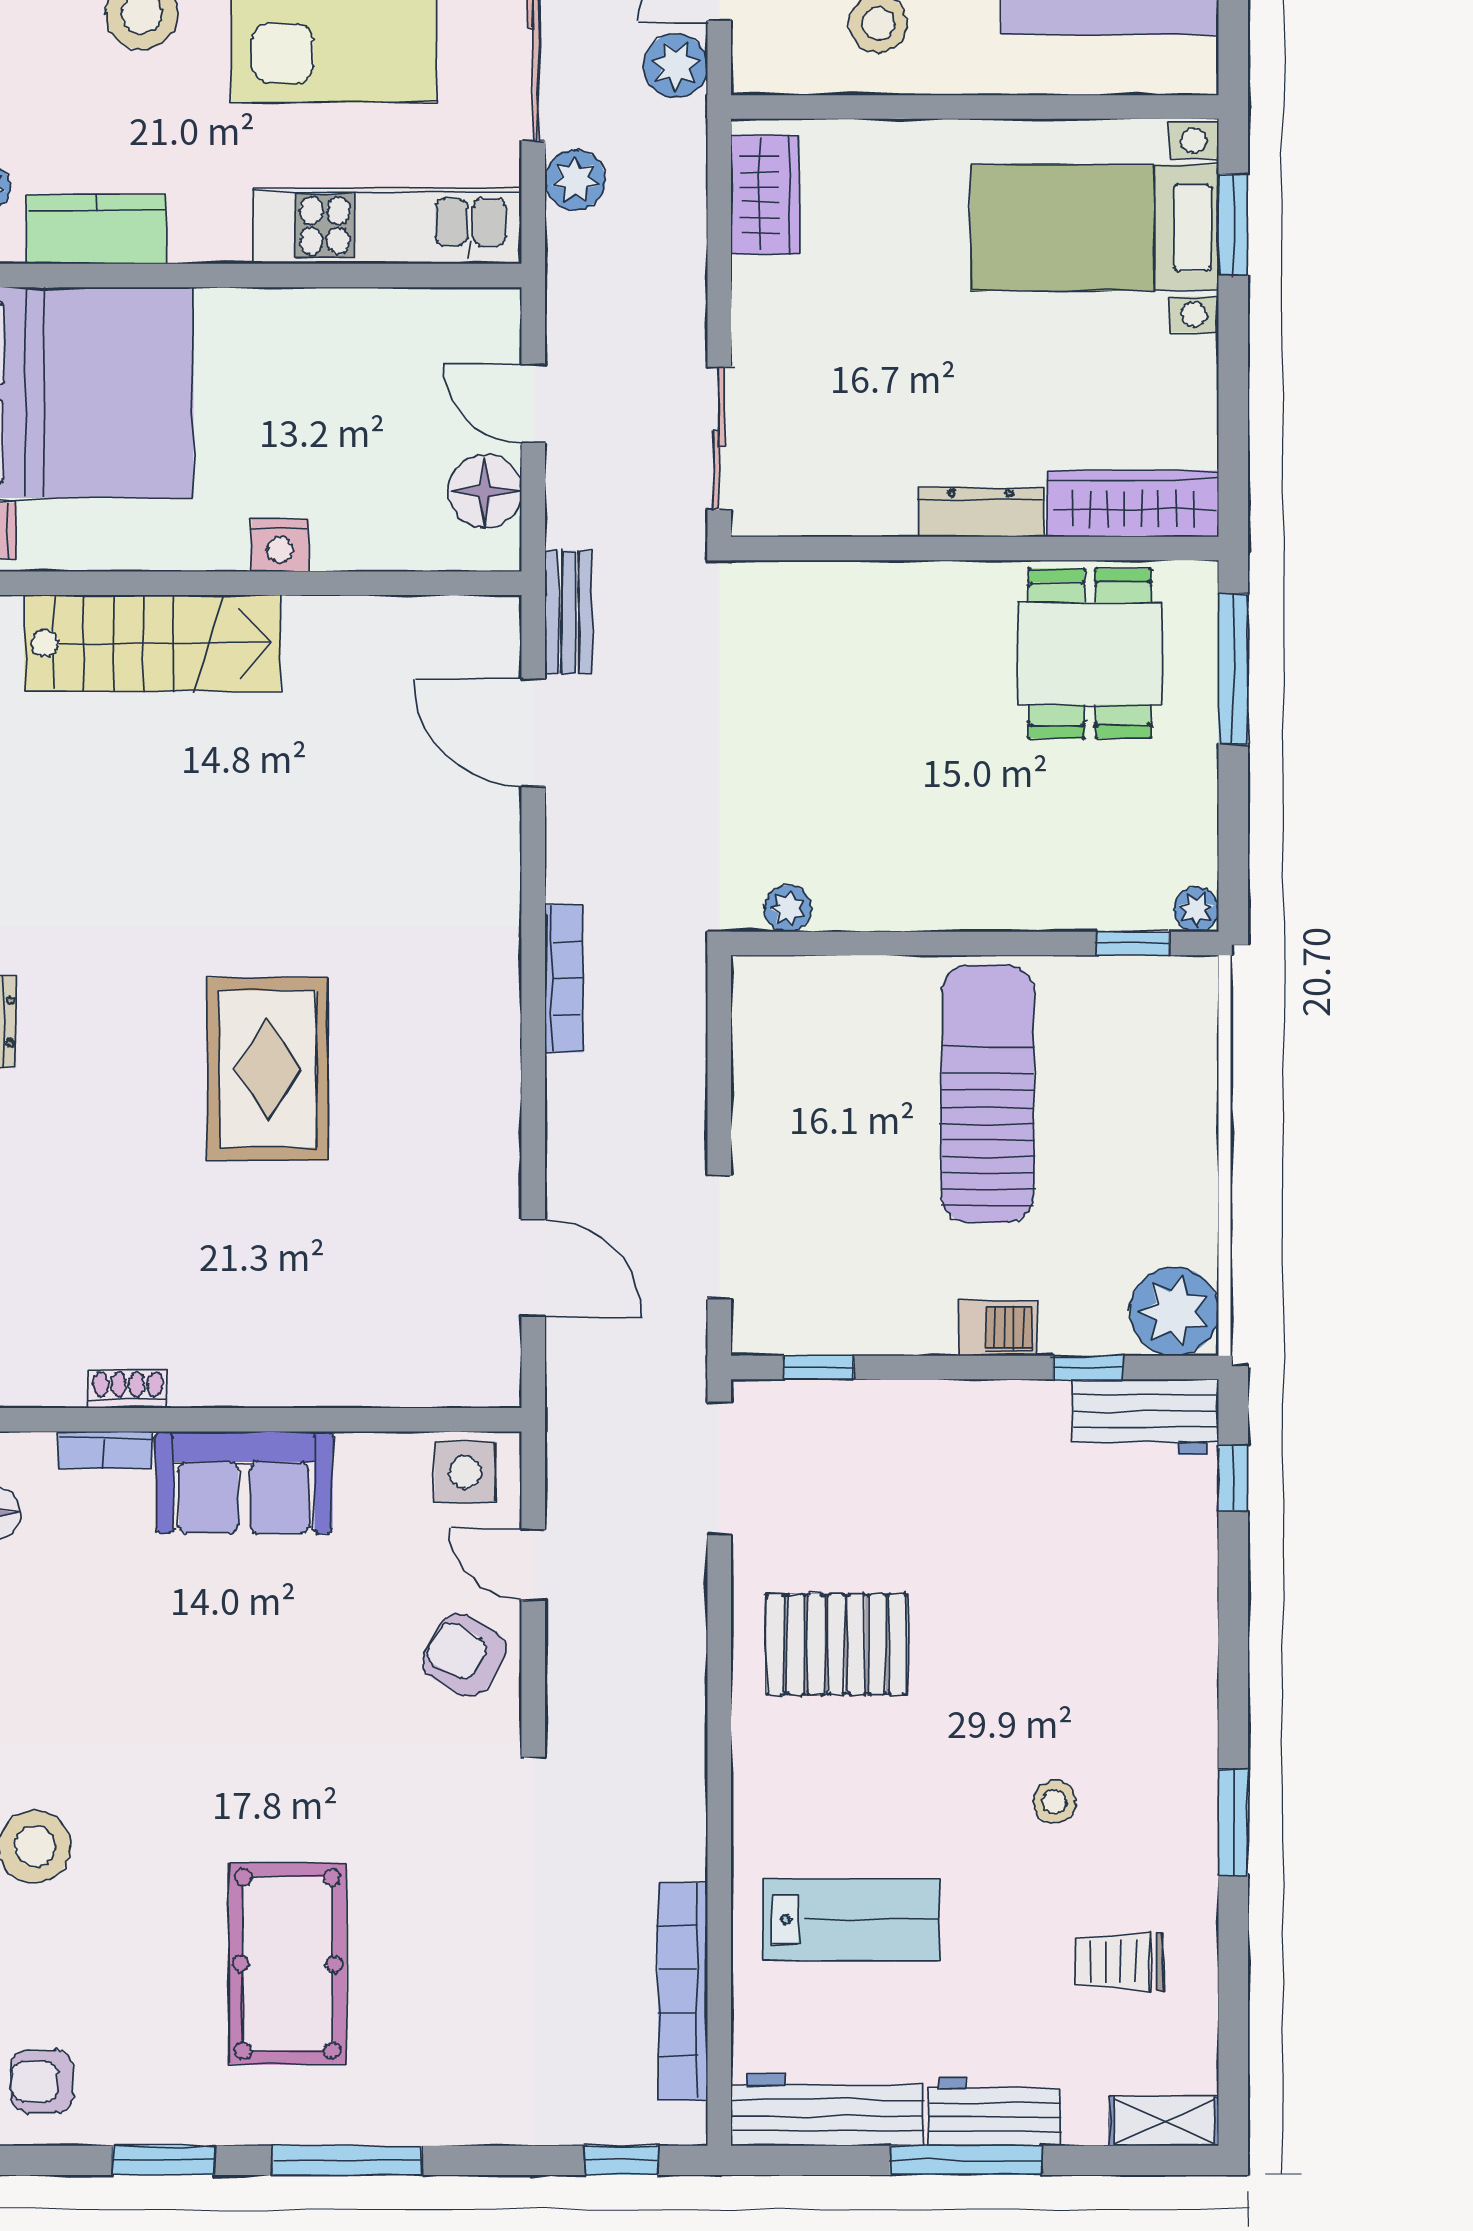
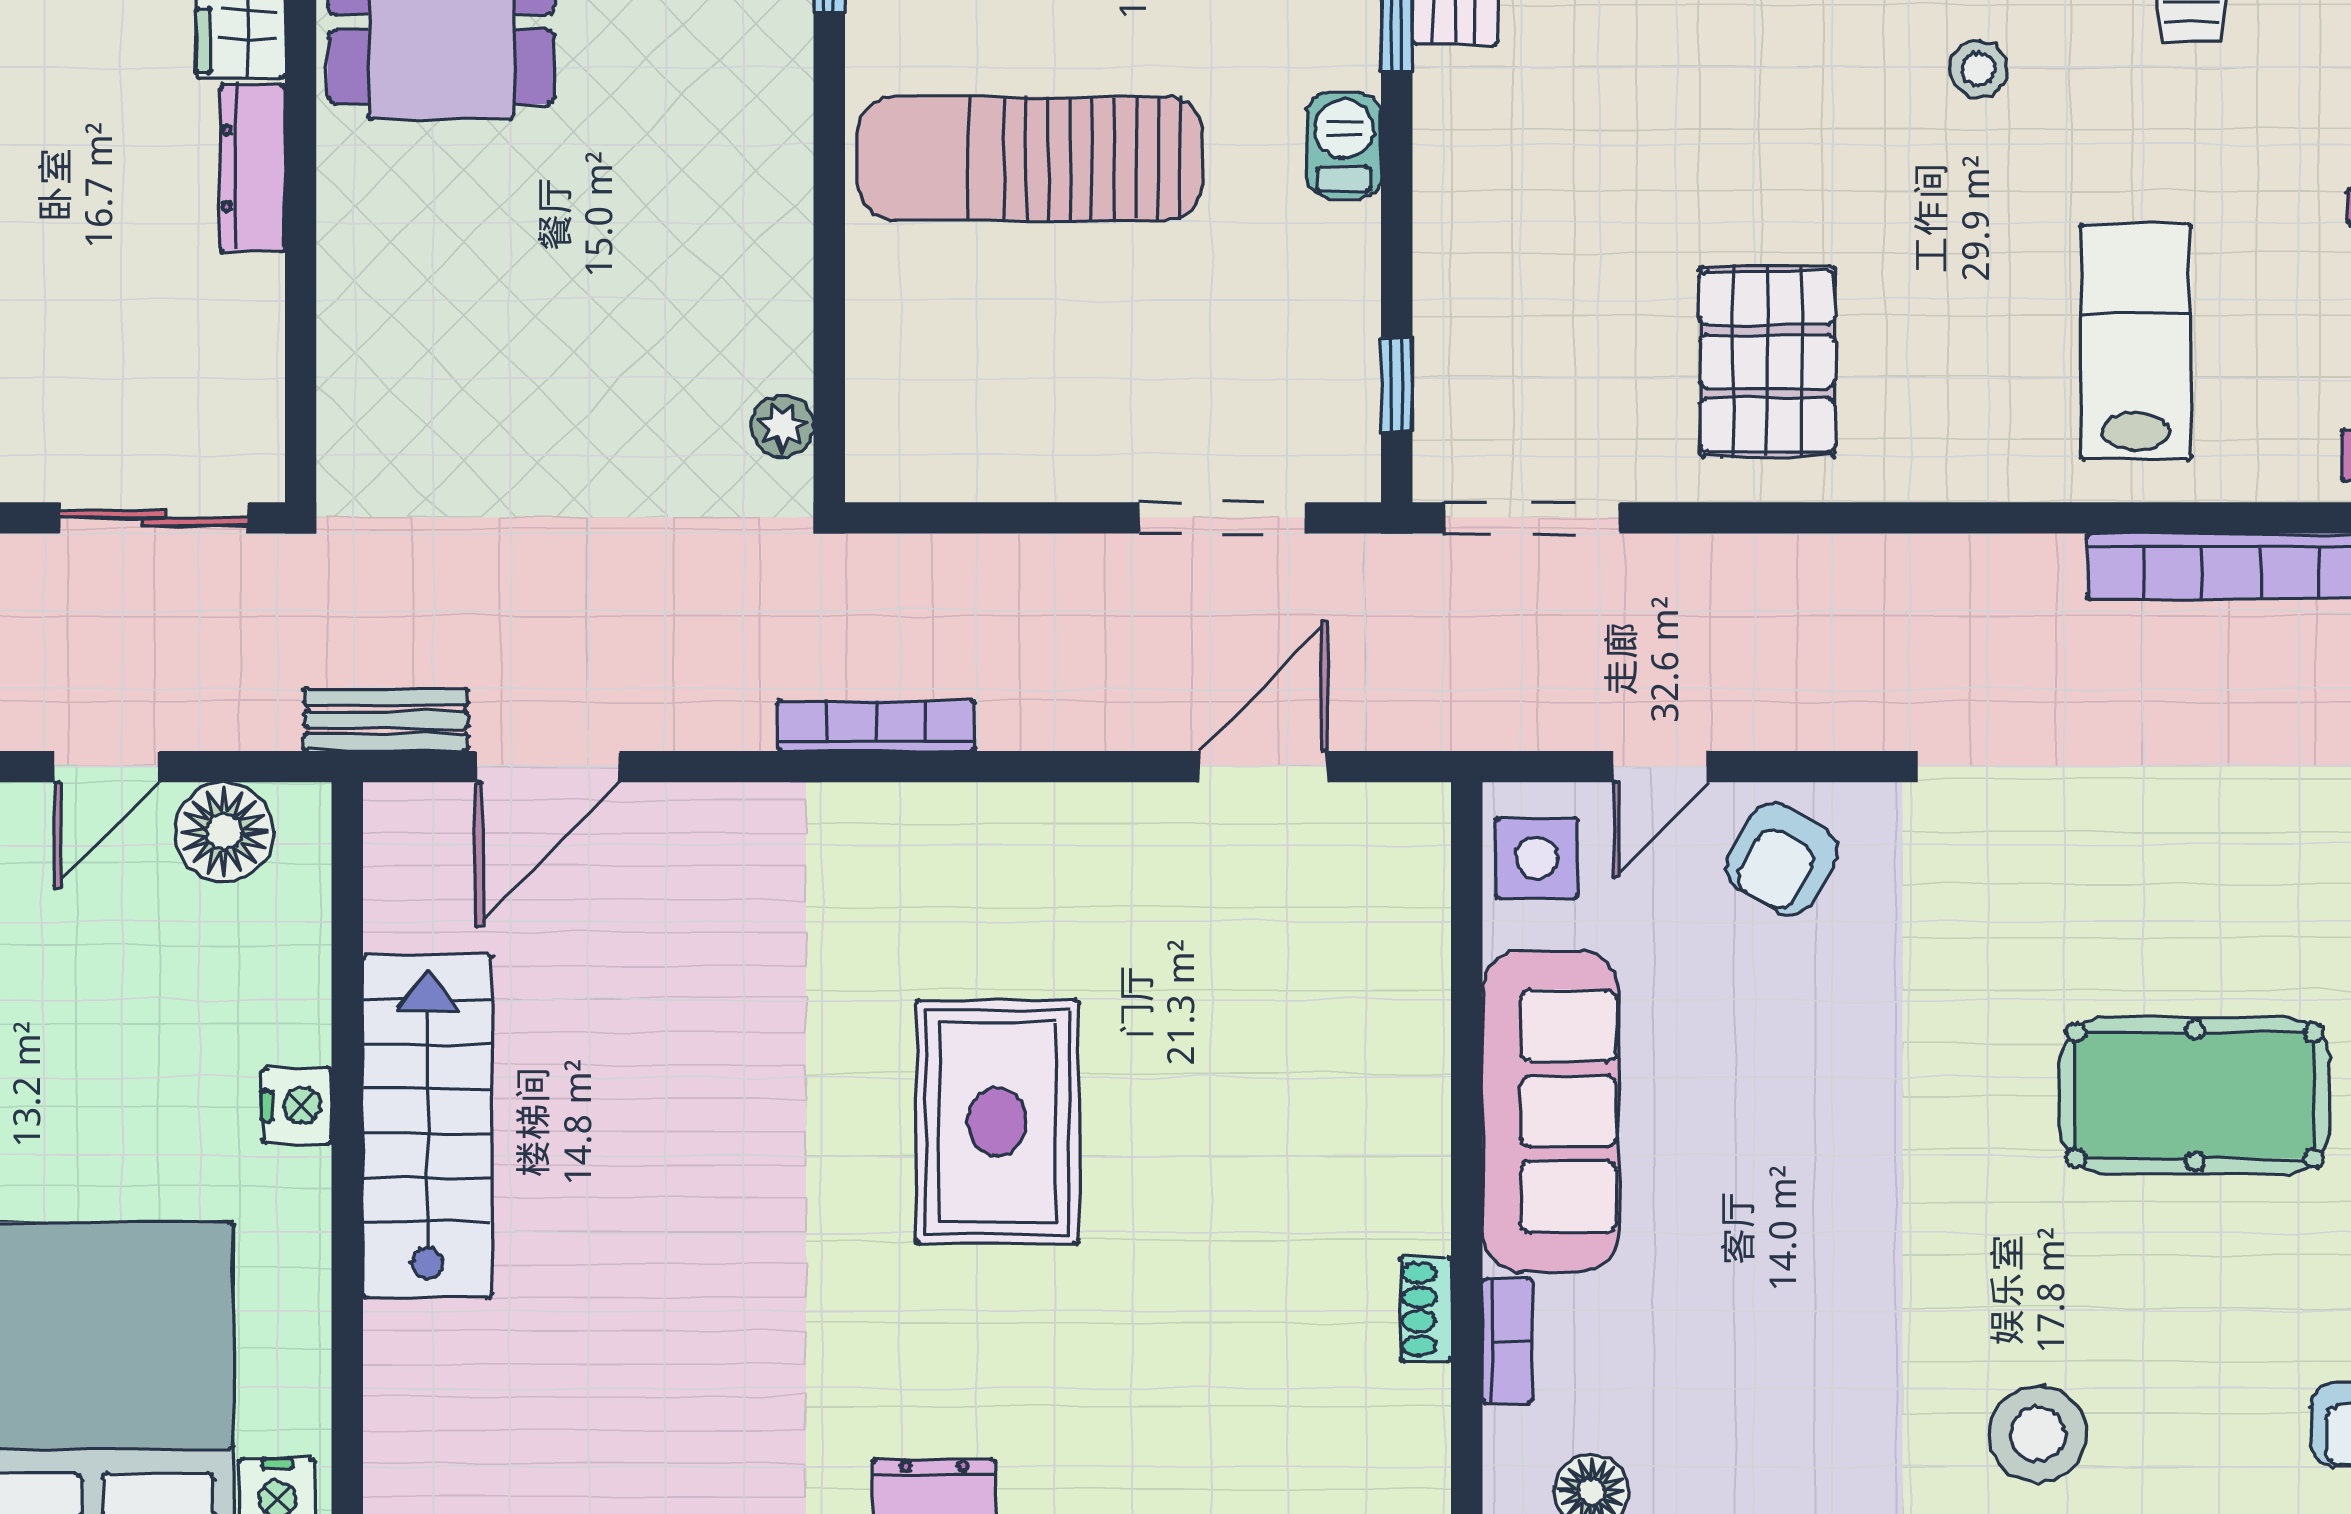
stairs: (152, 643) -> (427, 1126), moved
rug: (268, 1069) -> (997, 1122), turned 90
sofa: (244, 1482) -> (1551, 1111), width x1.36

